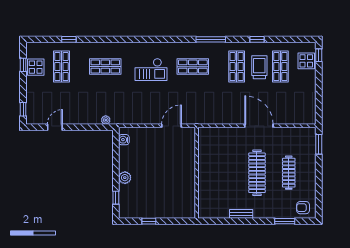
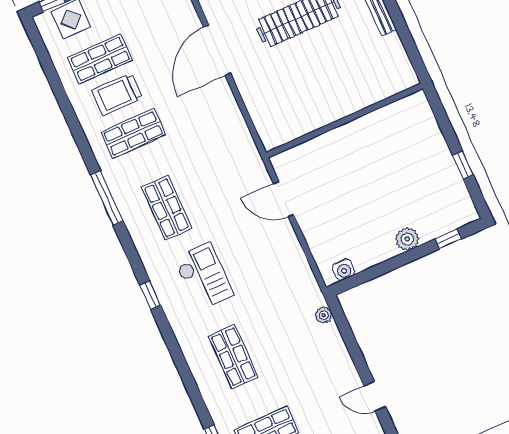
window: (257, 39) -> (150, 295), moved

